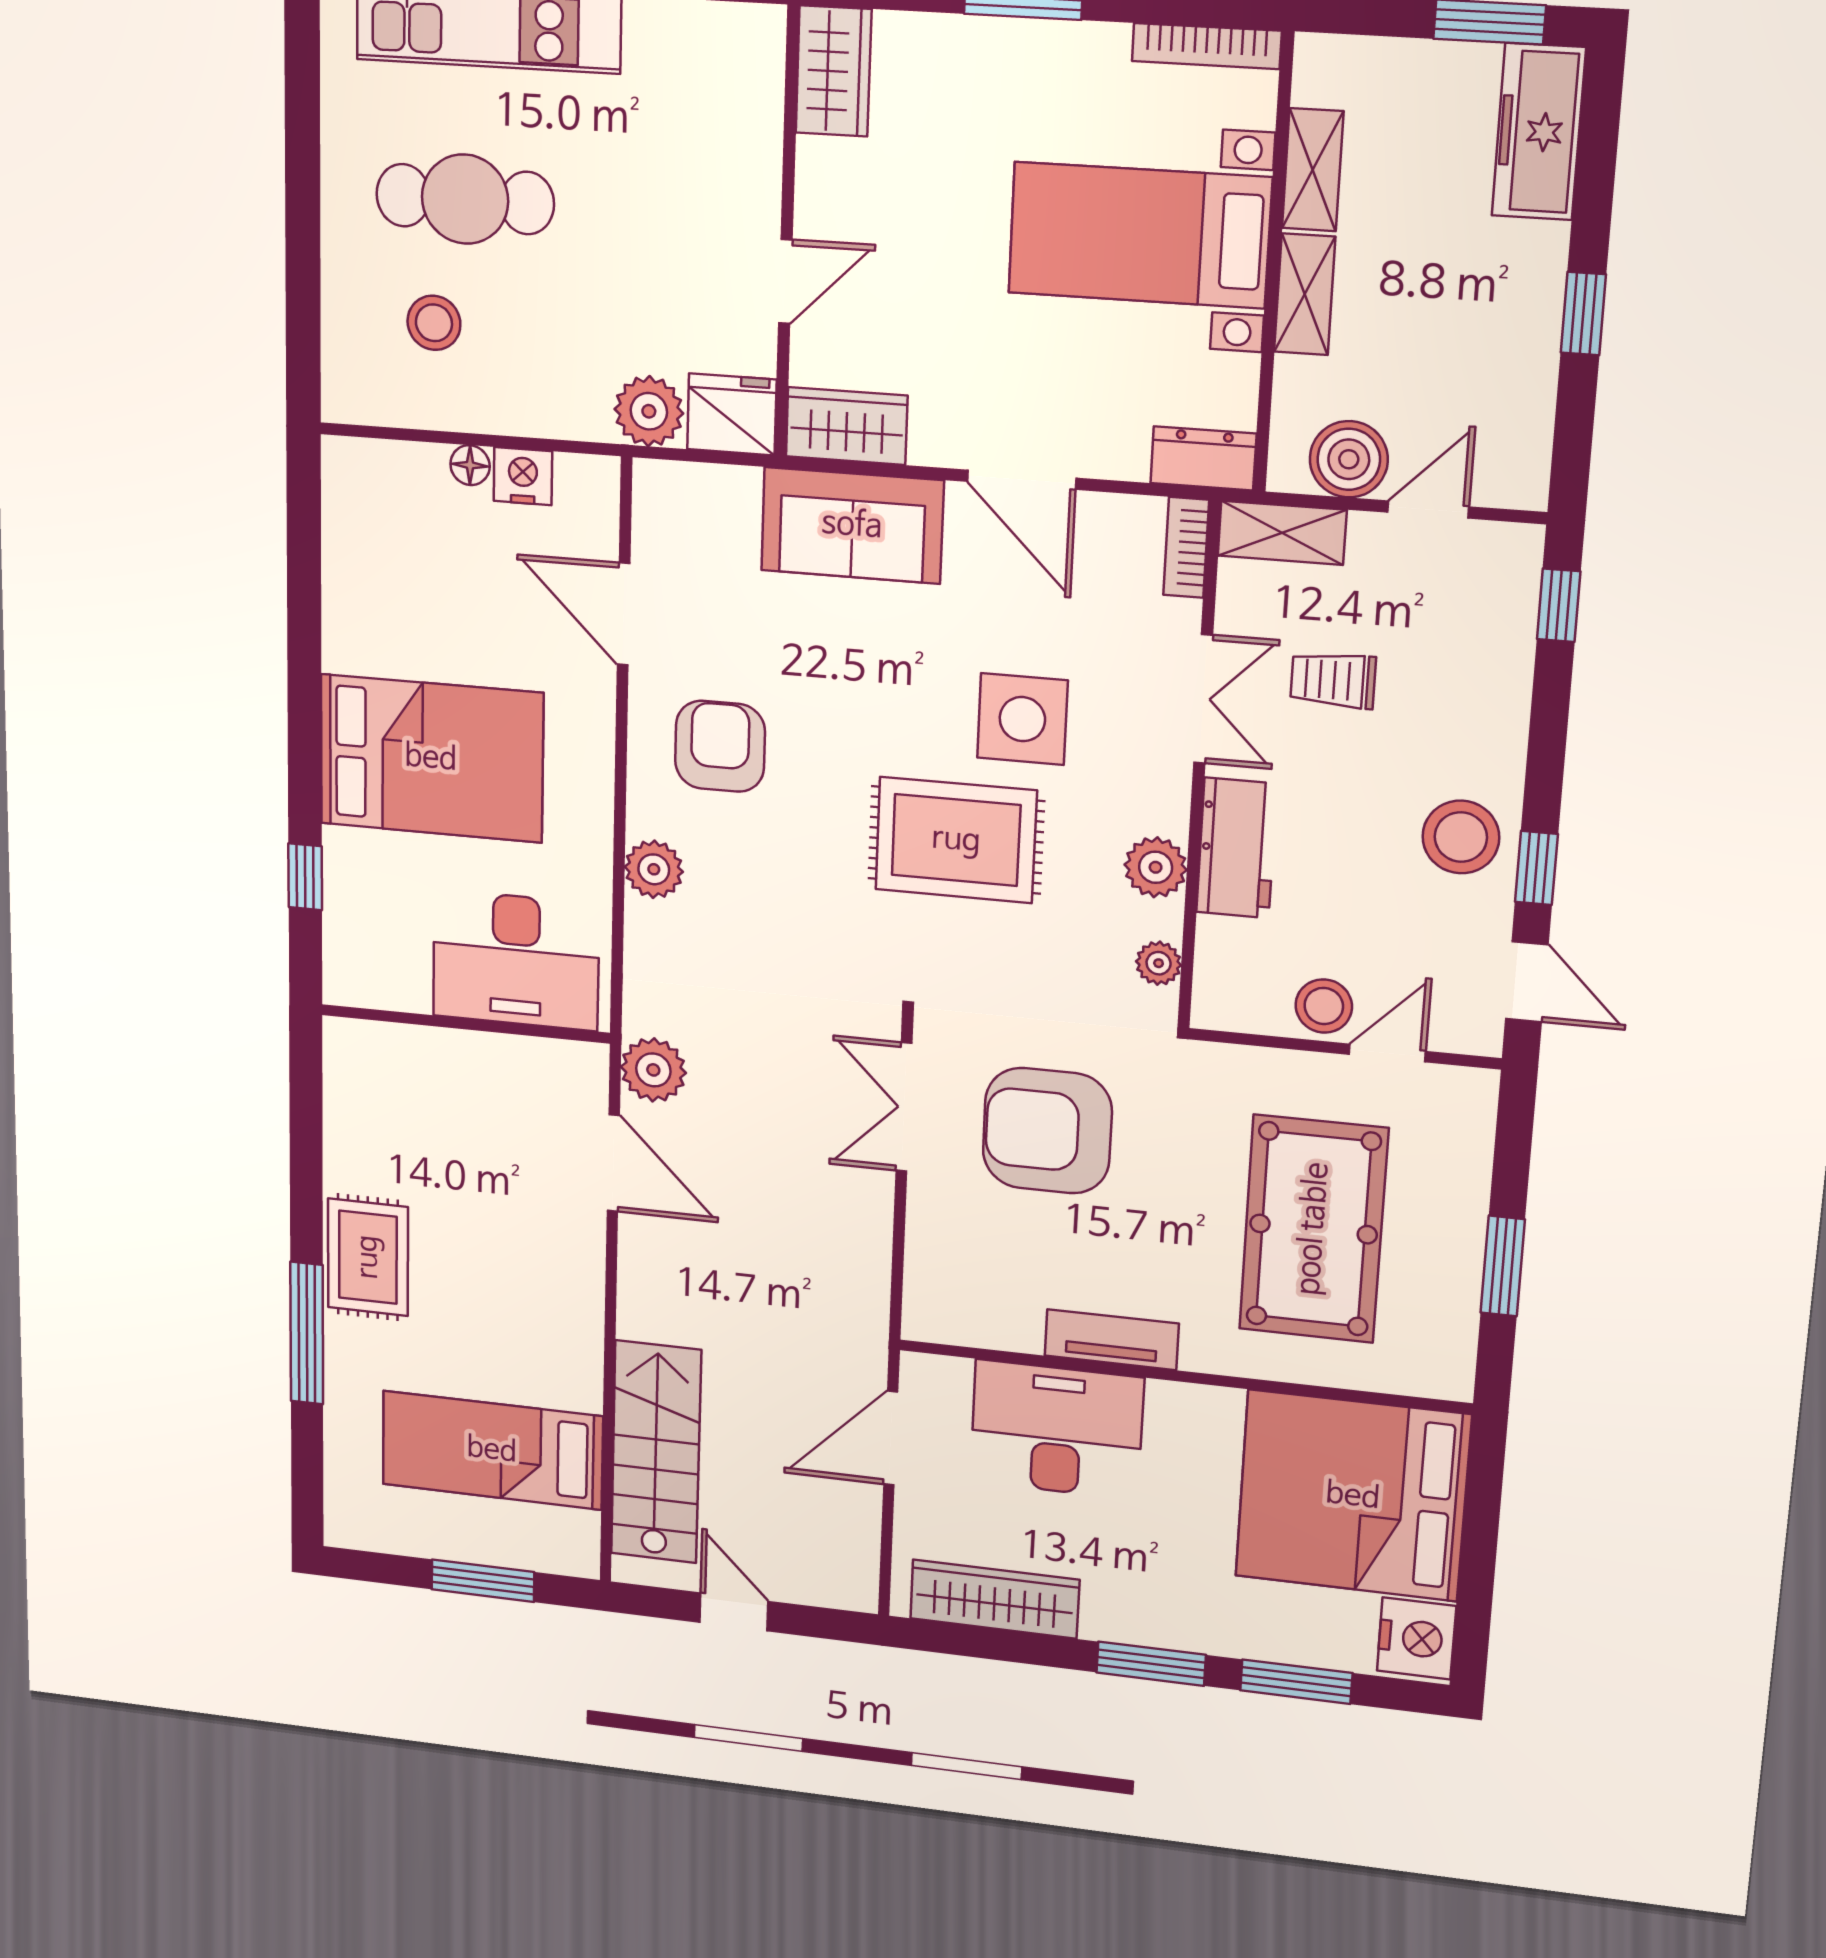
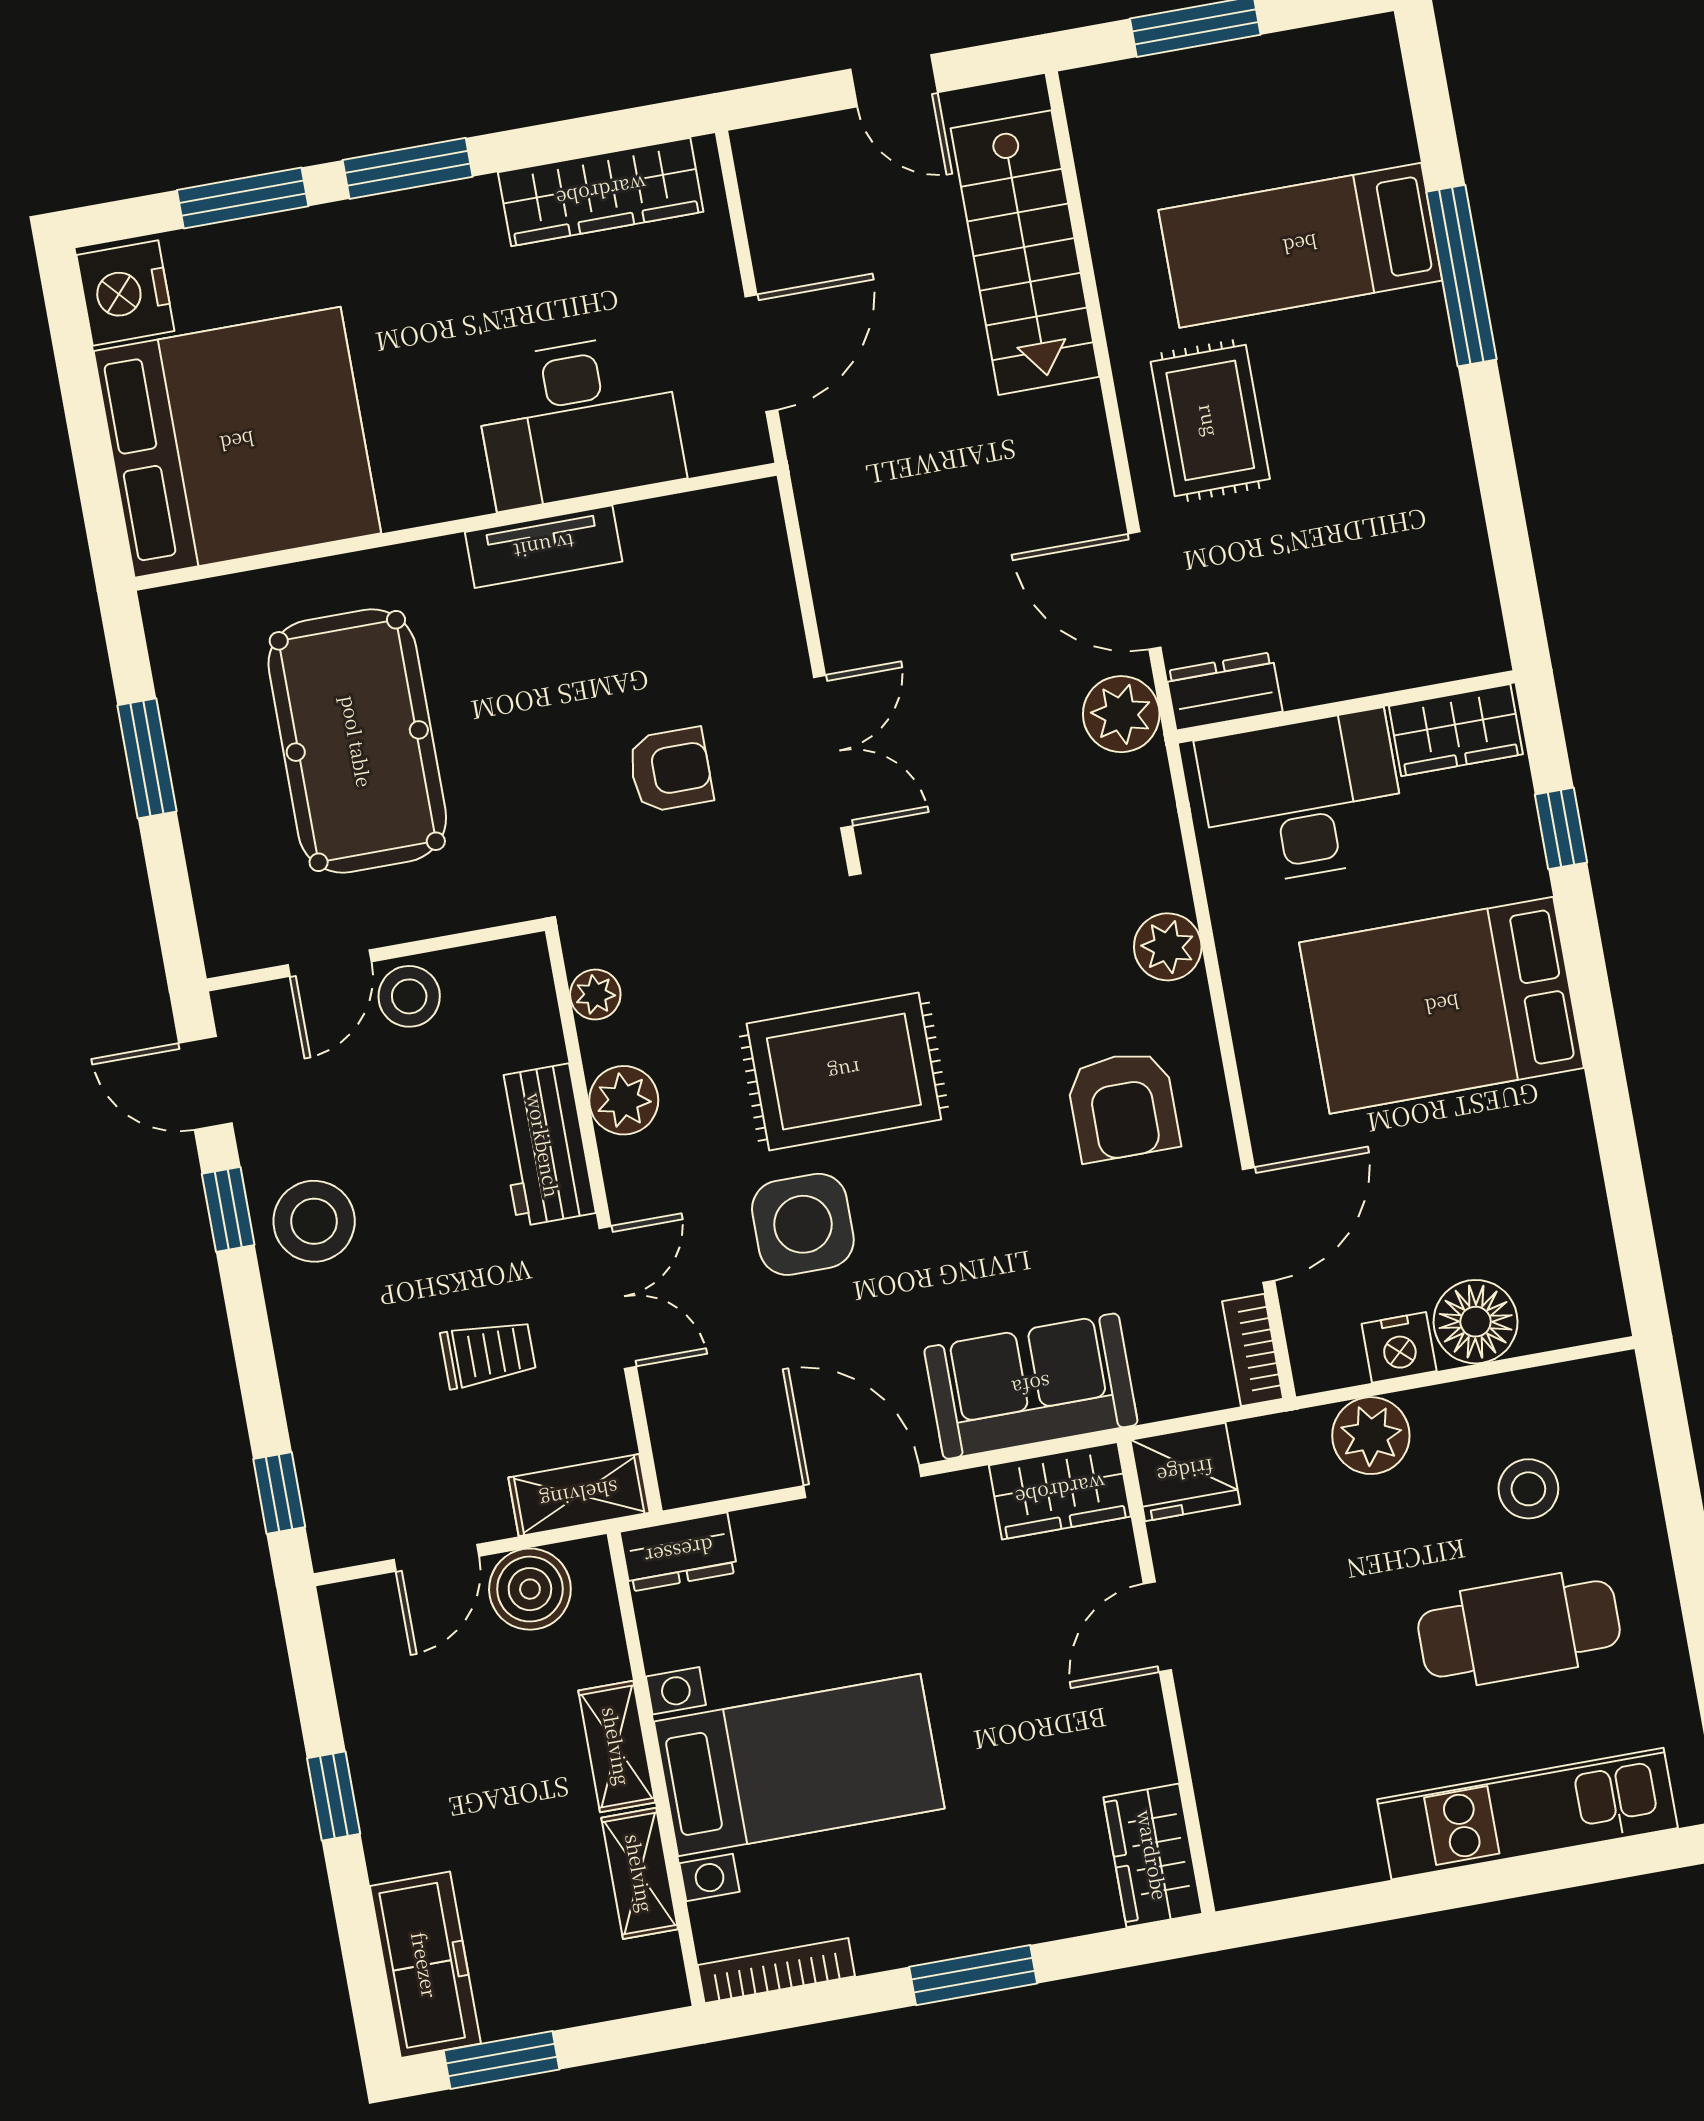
plant: (649, 411) -> (1371, 1436), moved
floor lamp: (470, 465) -> (1476, 1322), width x1.89, depth x1.89
bookcase: (1186, 547) -> (1253, 1350), moved, turned 180
door: (624, 614) -> (1259, 1225), hinge flipped
double door: (1203, 699) -> (618, 1297), swing flipped
wardrobe: (377, 980) -> (1456, 730), added
dresser: (564, 1064) -> (1224, 691), added
armchair: (1047, 1131) -> (670, 770), width x0.53, depth x0.53
rug: (368, 1257) -> (1210, 420), moved
bed: (492, 1450) -> (1300, 245), moved, turned 180

